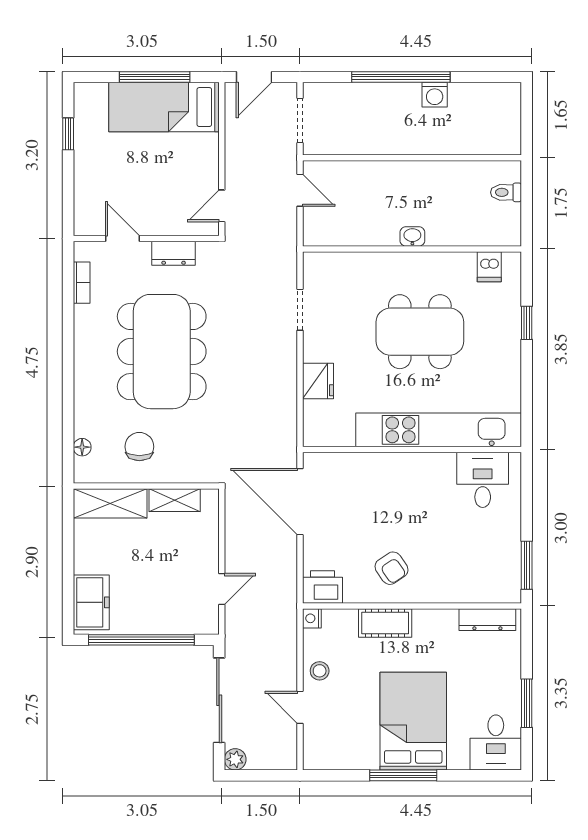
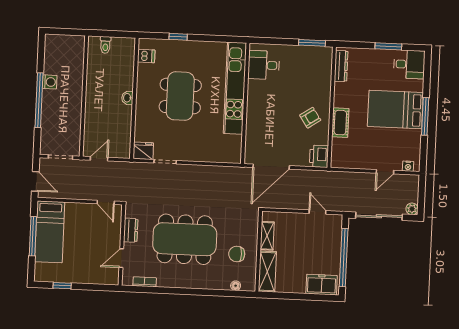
fridge: (318, 381) -> (143, 151), moved
nightstand: (312, 618) -> (408, 166), moved
stool: (320, 671) -> (365, 160), removed

